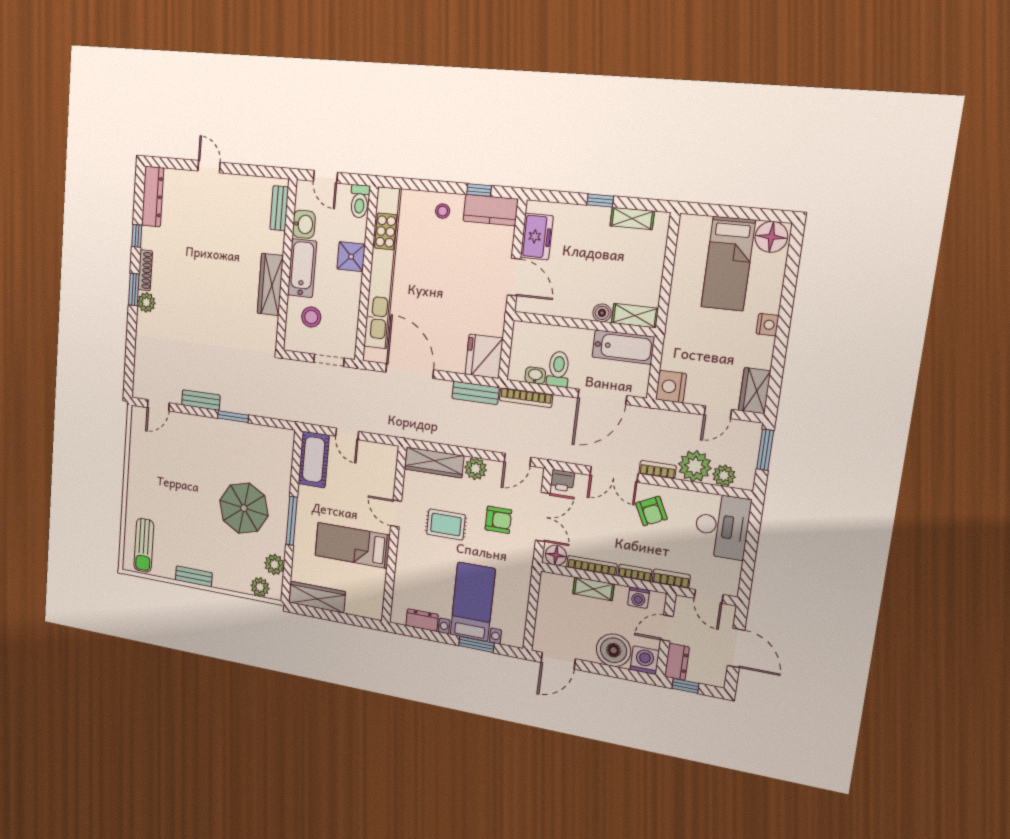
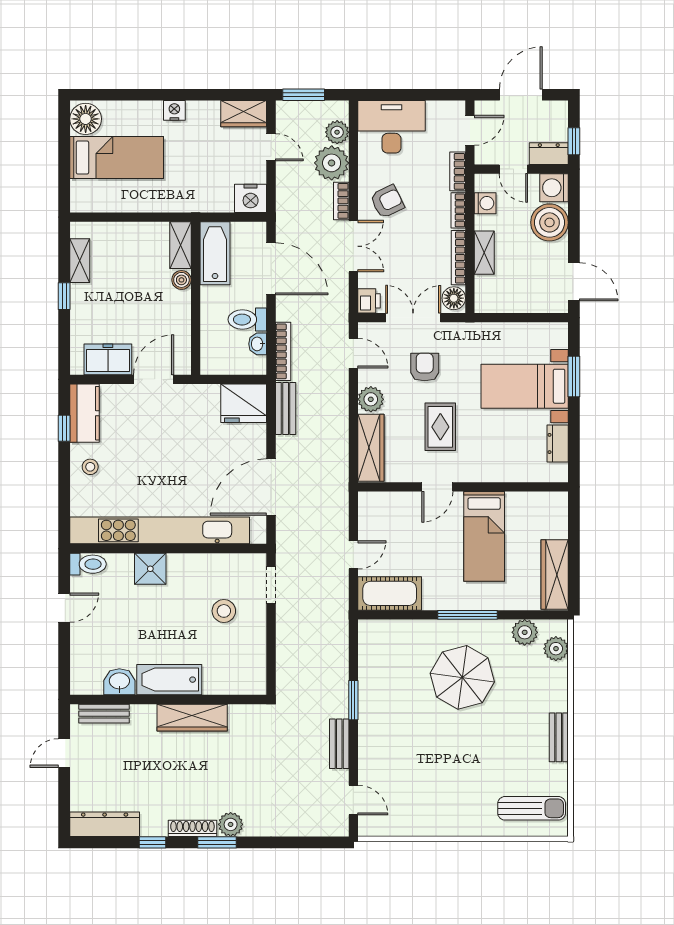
bench: (279, 208) -> (104, 714), moved
washbasin: (304, 224) -> (119, 682), moved
wall: (286, 265) -> (168, 699), moved
bathtub: (302, 268) -> (169, 680), moved
wardrobe: (270, 285) -> (192, 718), moved

